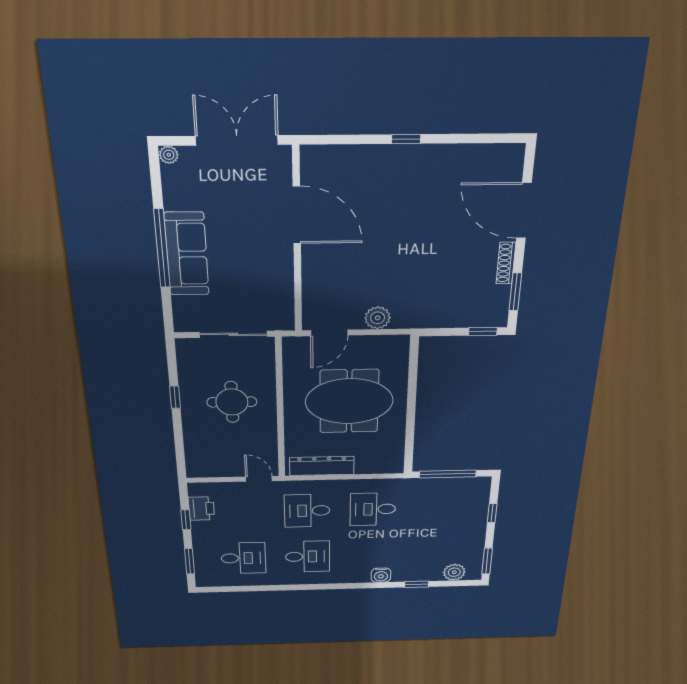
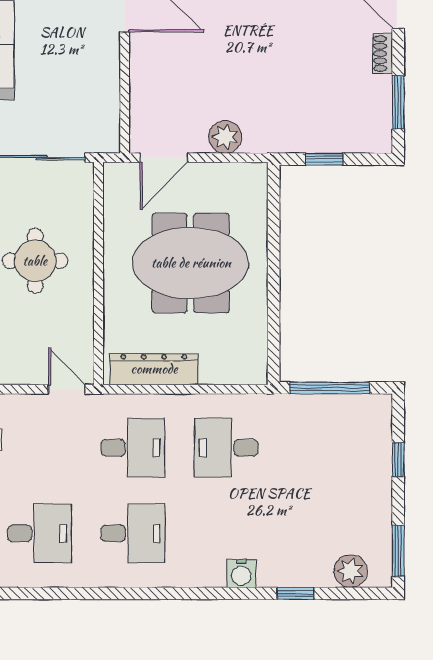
shoe rack: (506, 263) -> (383, 53), width x0.70
window: (483, 331) -> (324, 159), moved
desk: (307, 511) -> (133, 448), turned 180

